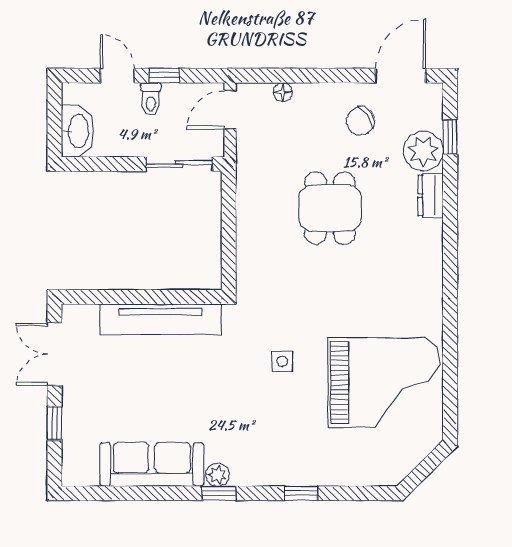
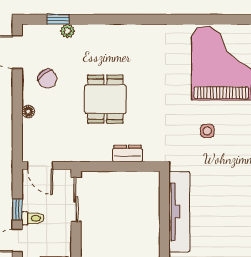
floor lamp: (283, 92) -> (28, 112), moved
plant: (423, 151) -> (67, 31), width x0.53, depth x0.53
dresser: (431, 196) -> (127, 153), moved, turned 180
dining table: (330, 208) -> (105, 99), turned 90

